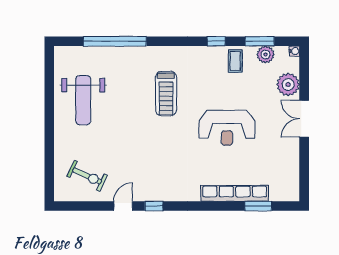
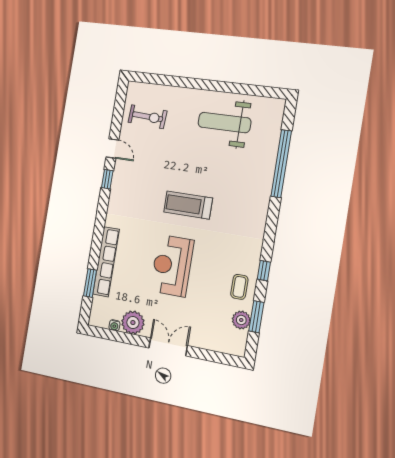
water cooler: (294, 51) -> (114, 325), moved
coffee table: (235, 61) -> (239, 287), turned 90
plant: (288, 85) -> (133, 323), moved
treadmill: (166, 94) -> (188, 205), moved
exercise bike: (87, 176) -> (147, 117), turned -112

